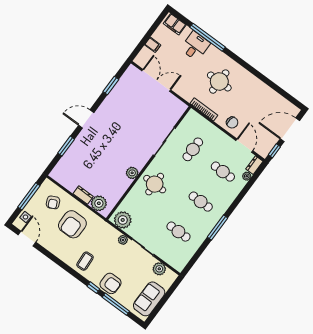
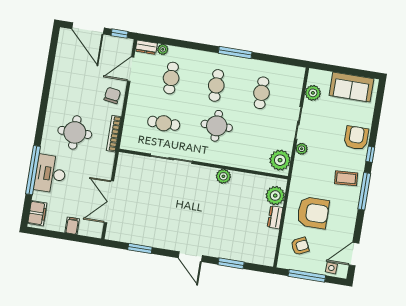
desk: (195, 46) -> (50, 174), width x1.37
round table: (155, 184) -> (217, 126), moved
window: (116, 304) -> (364, 191), moved

